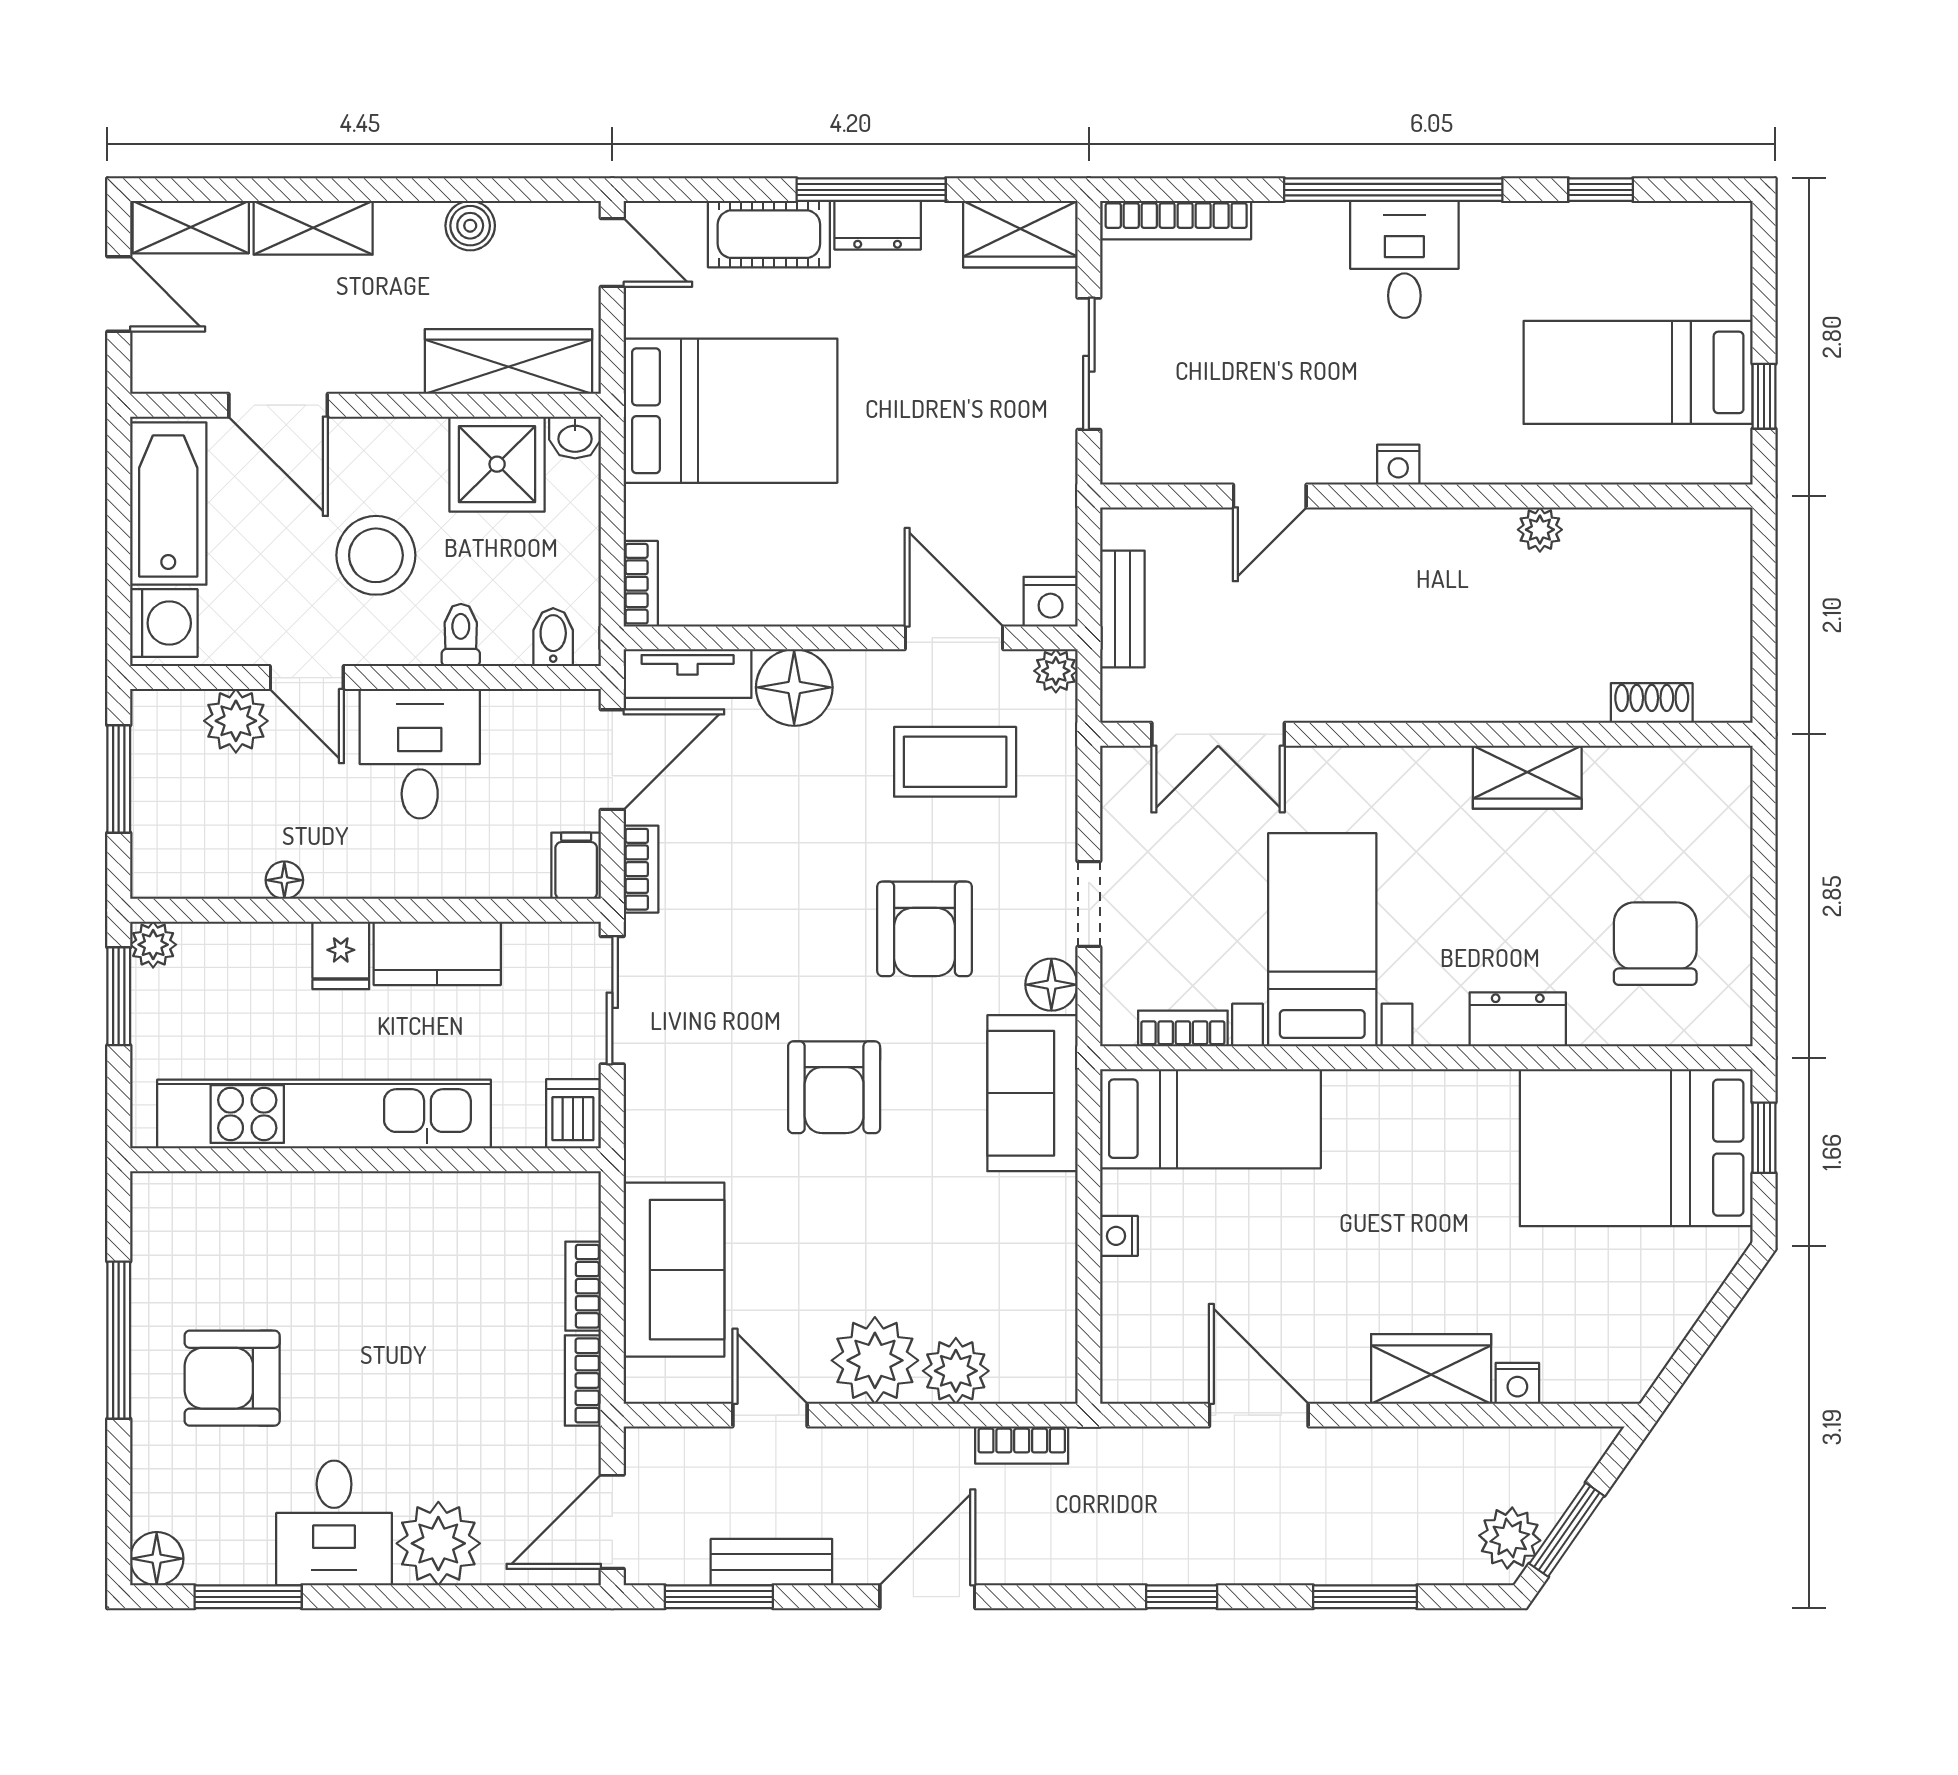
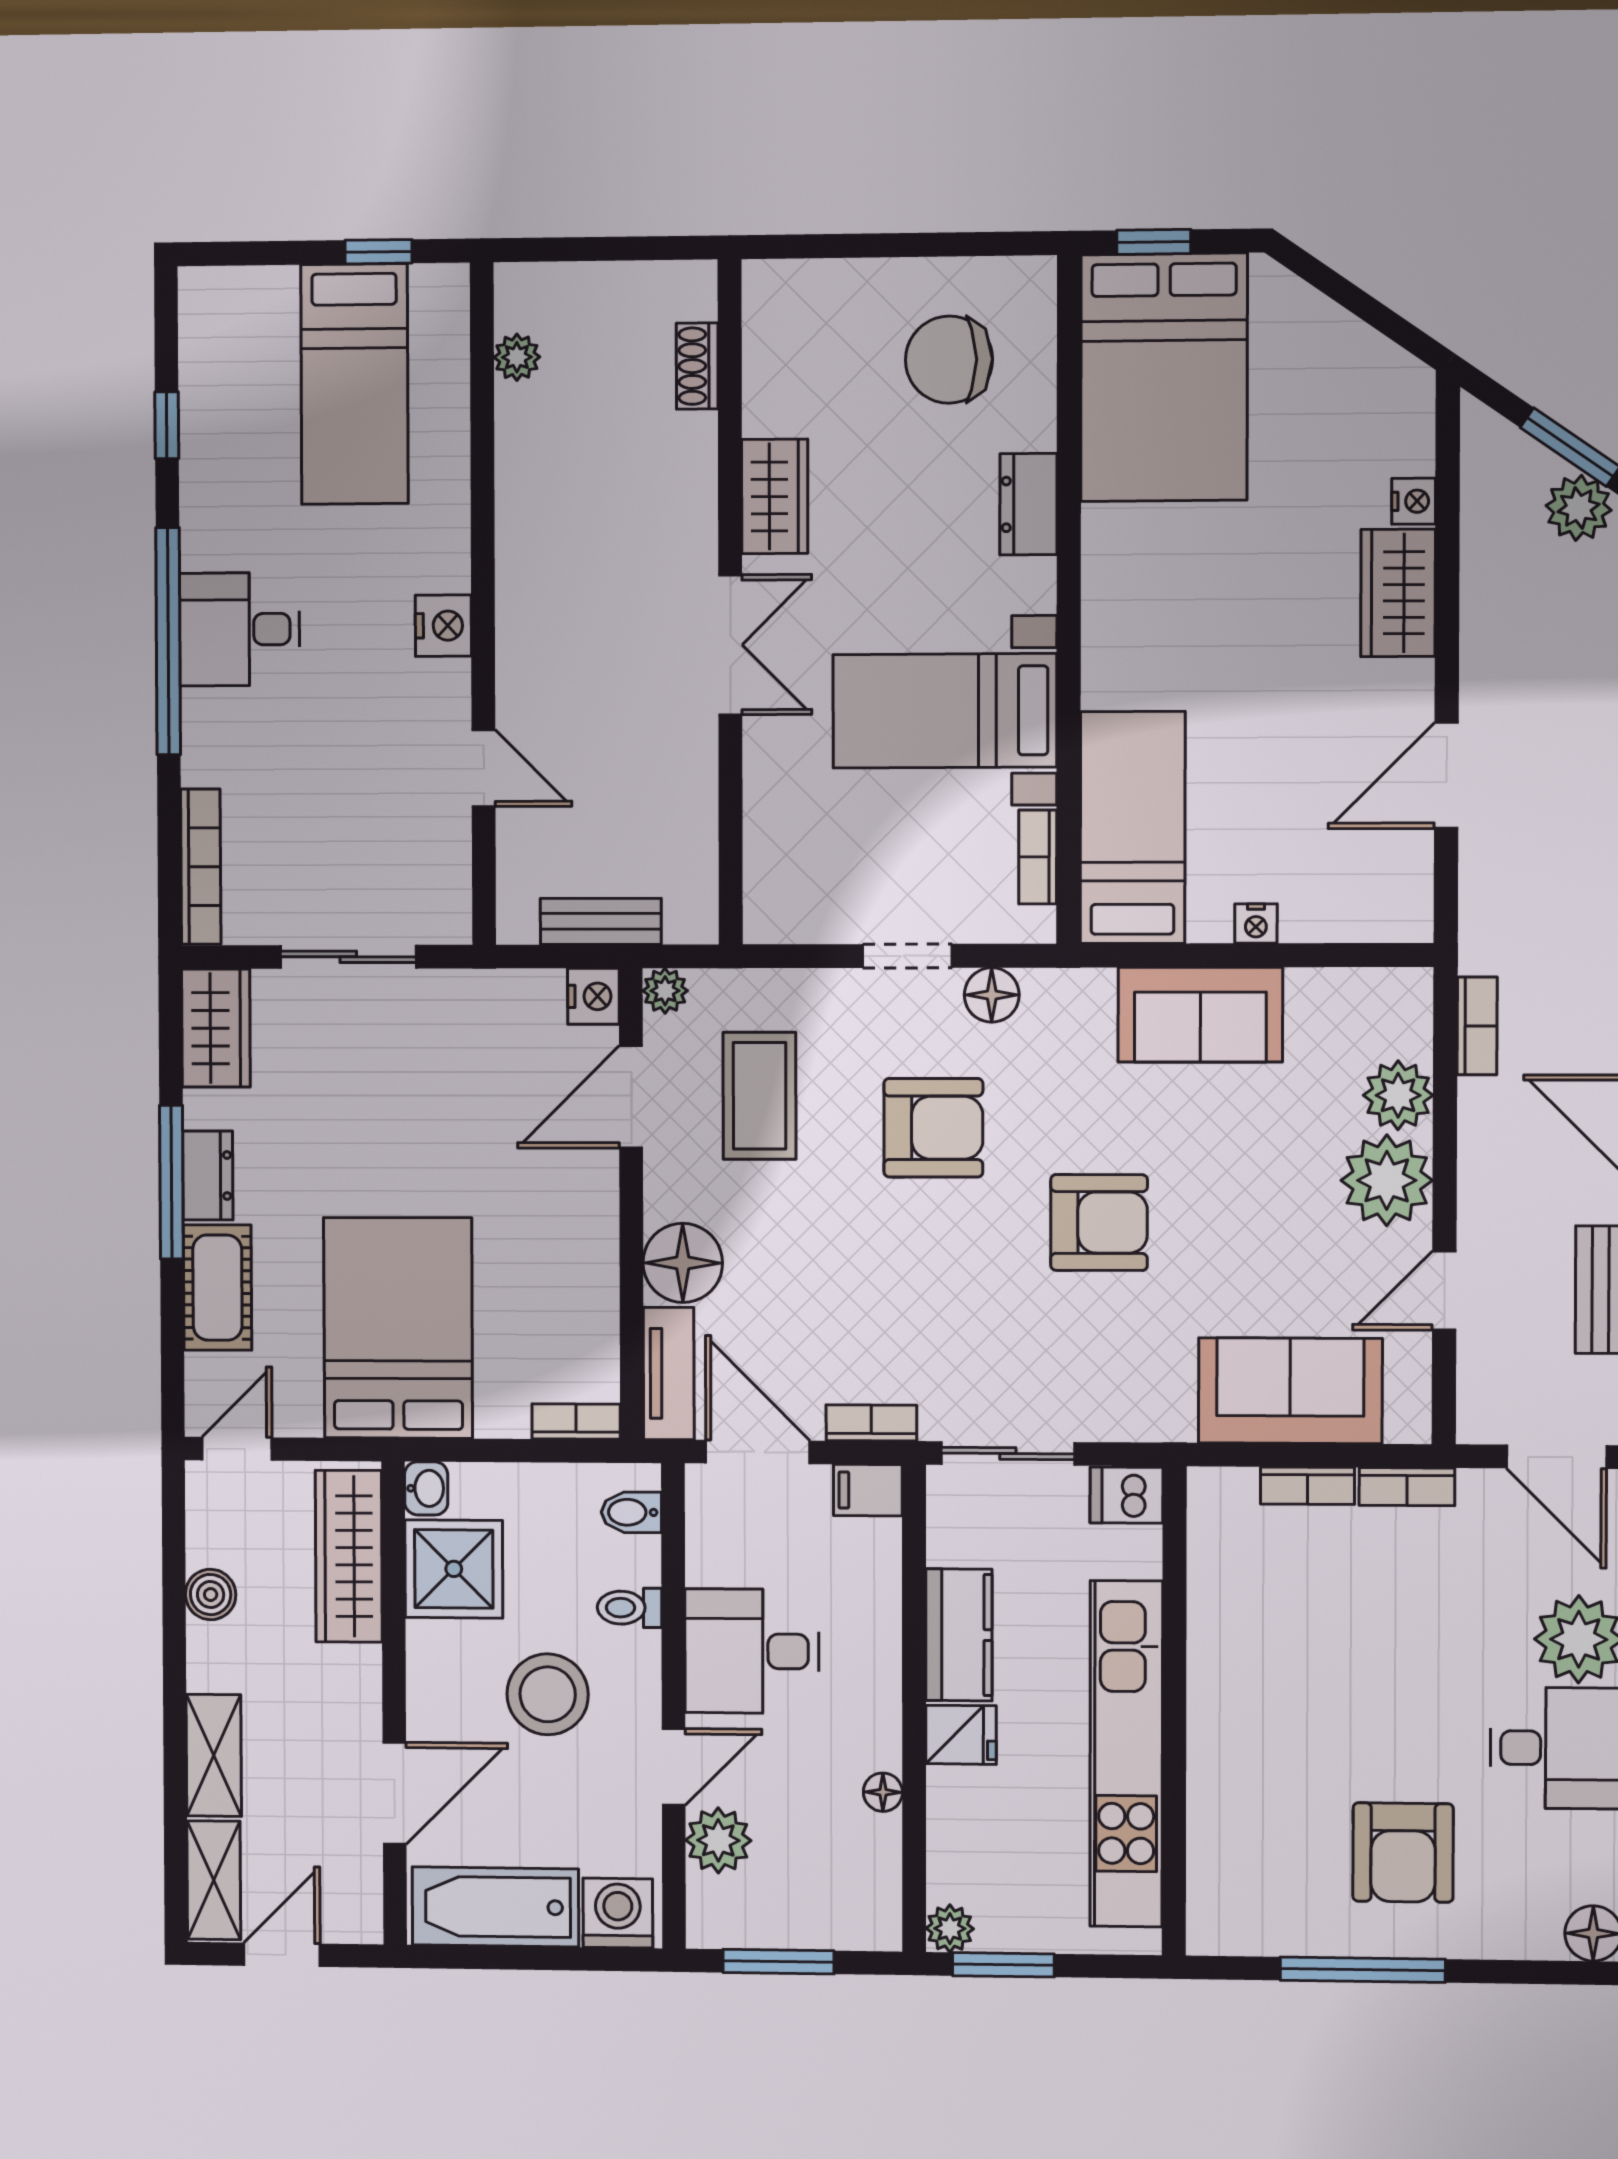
nightstand: (1398, 465) -> (443, 626), width x1.39, depth x1.35
plant: (1540, 530) -> (517, 357), moved
double door: (1218, 734) -> (730, 645), moved
sofa: (1032, 1093) -> (1200, 1015), moved

